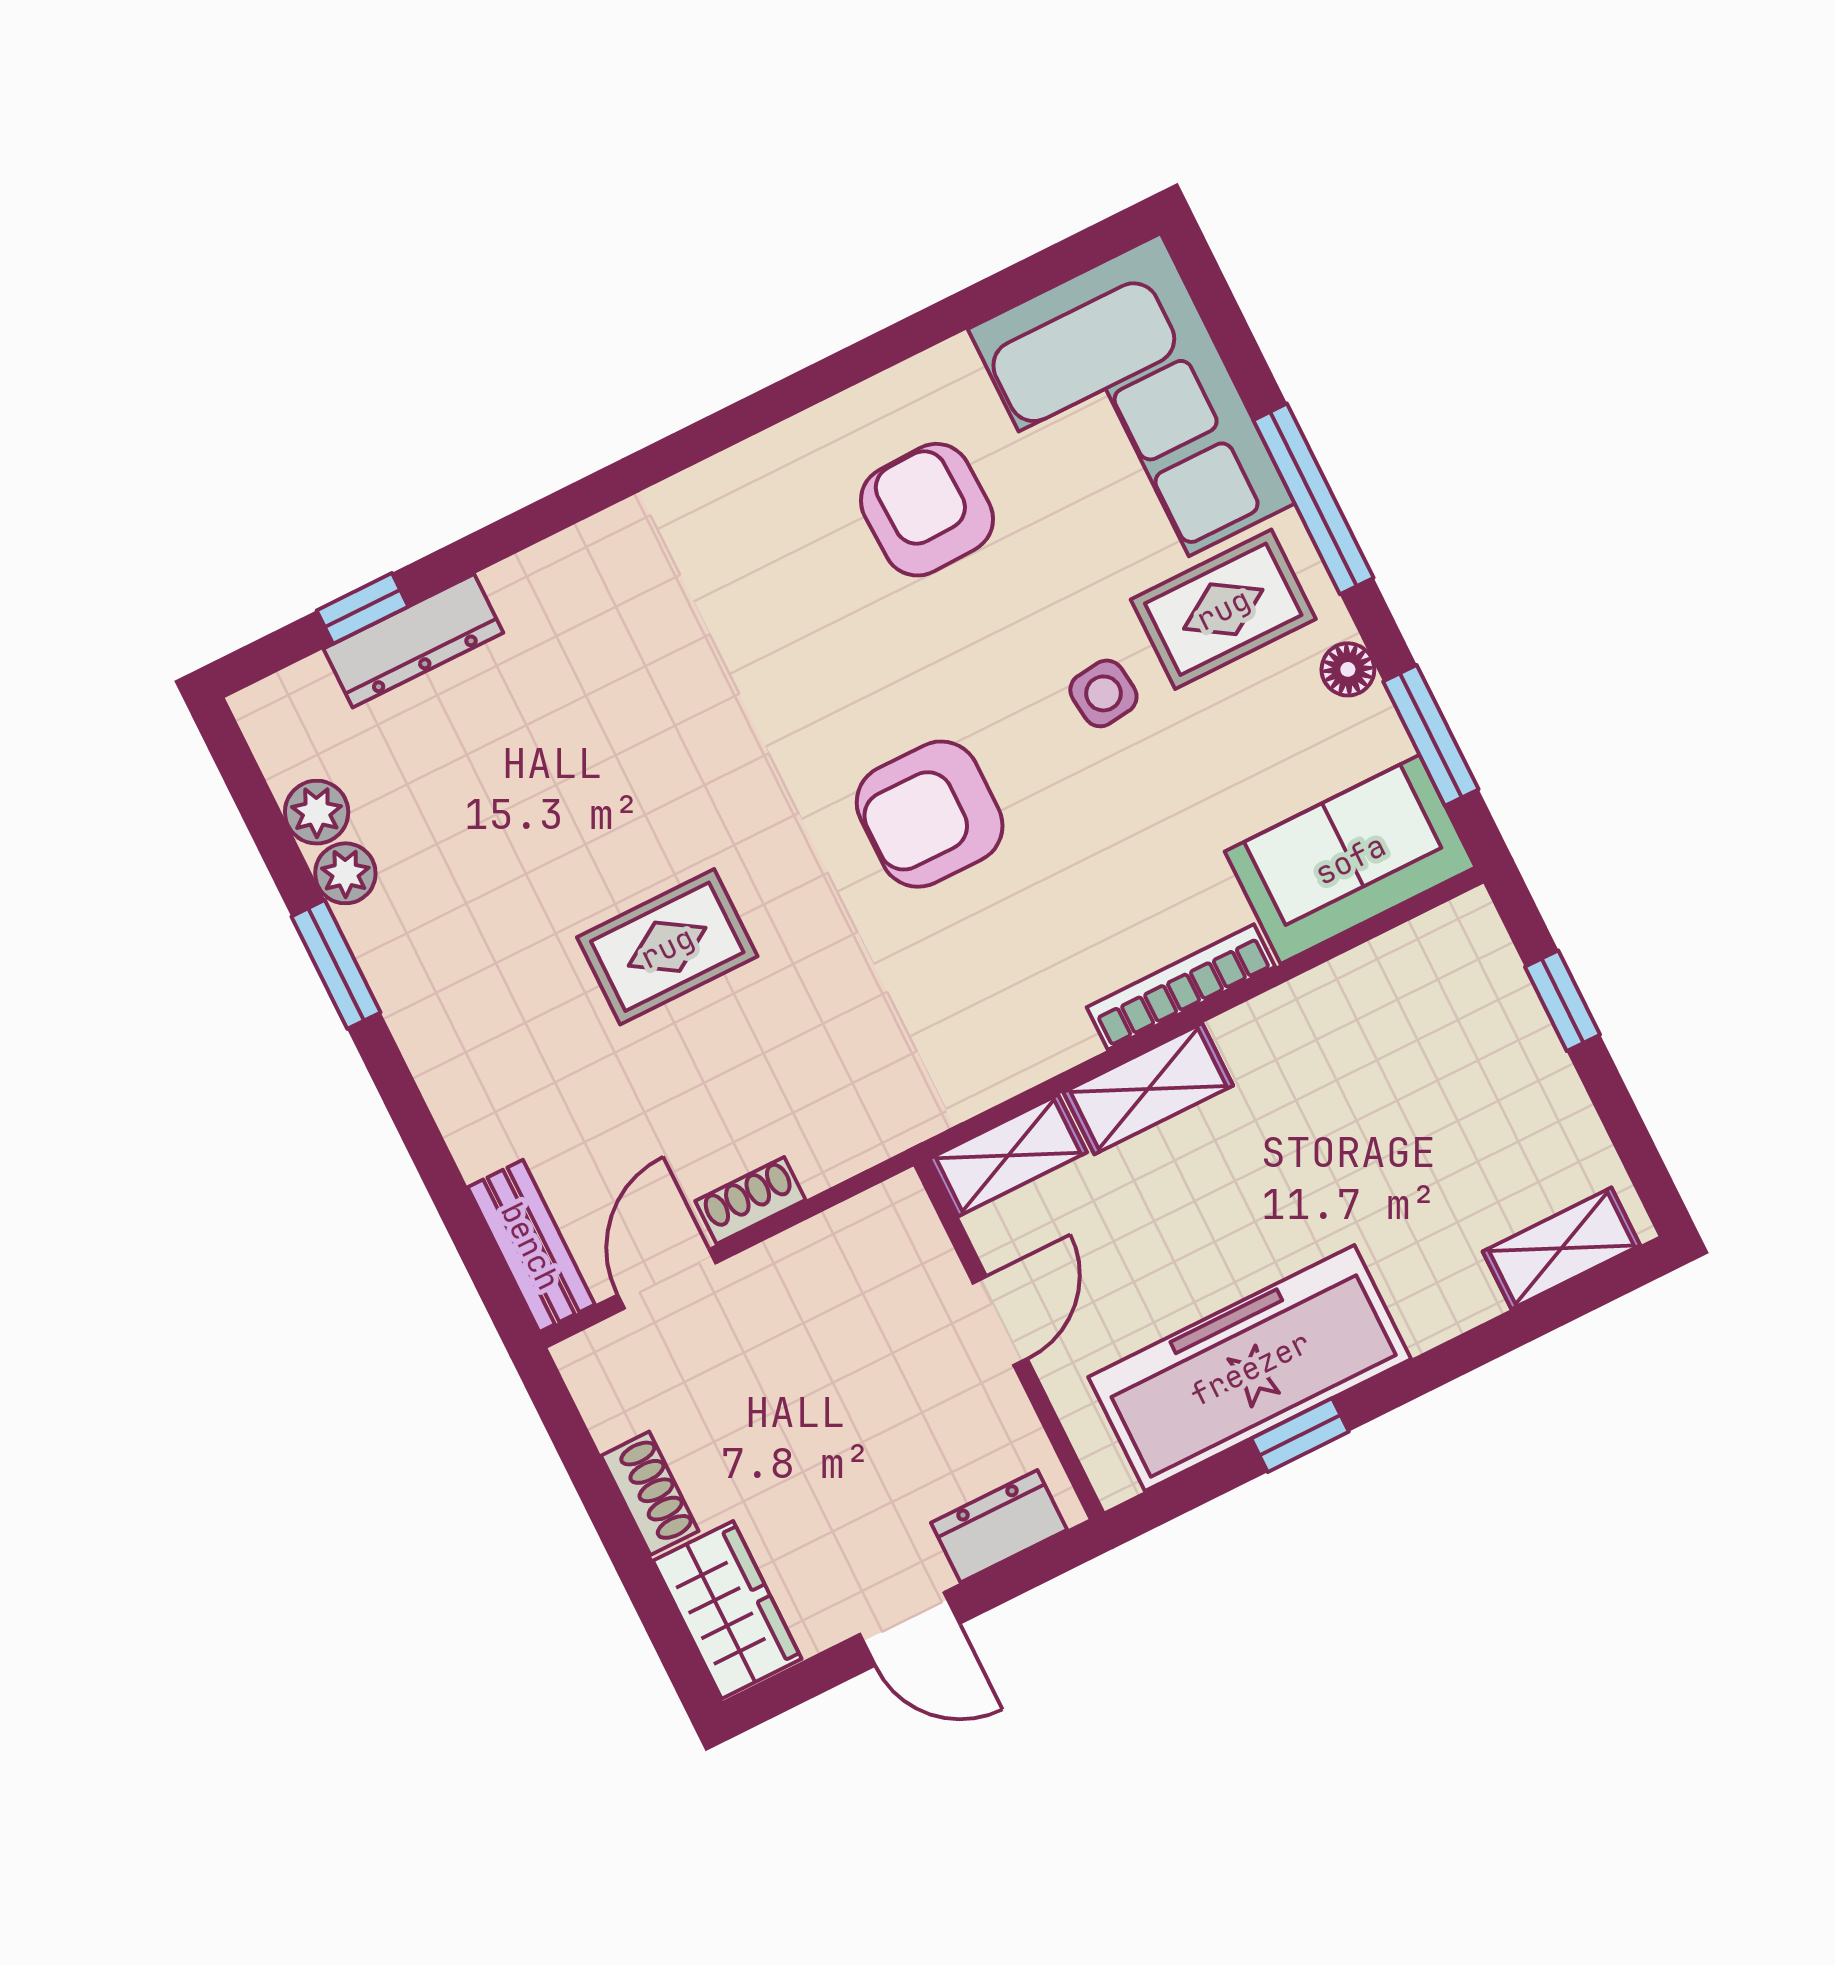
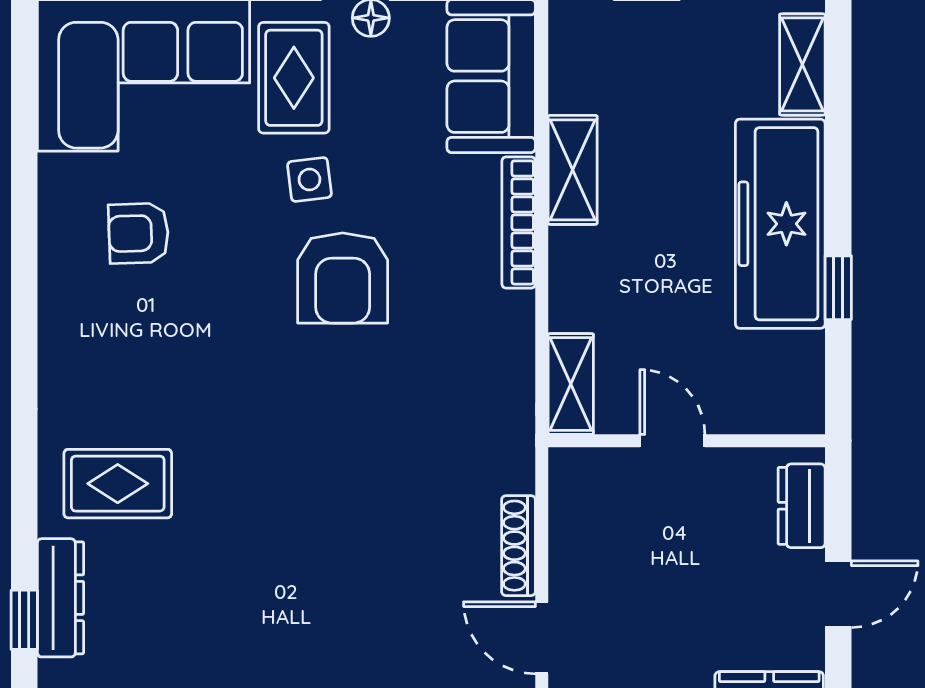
armchair: (927, 510) -> (138, 233), width x0.72, depth x0.72
armchair: (930, 814) -> (343, 278), moved
rug: (667, 947) -> (118, 484), moved, turned 90
shelving: (1148, 1089) -> (573, 170), moved
shoe rack: (750, 1200) -> (518, 546), width x1.43
freezer: (1250, 1368) -> (780, 224), moved

